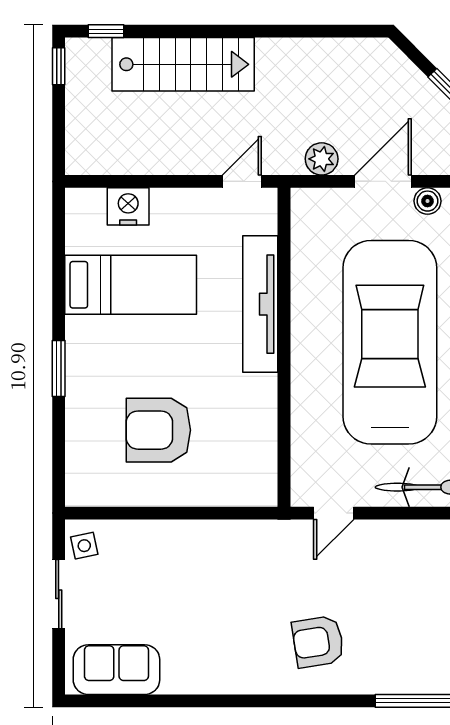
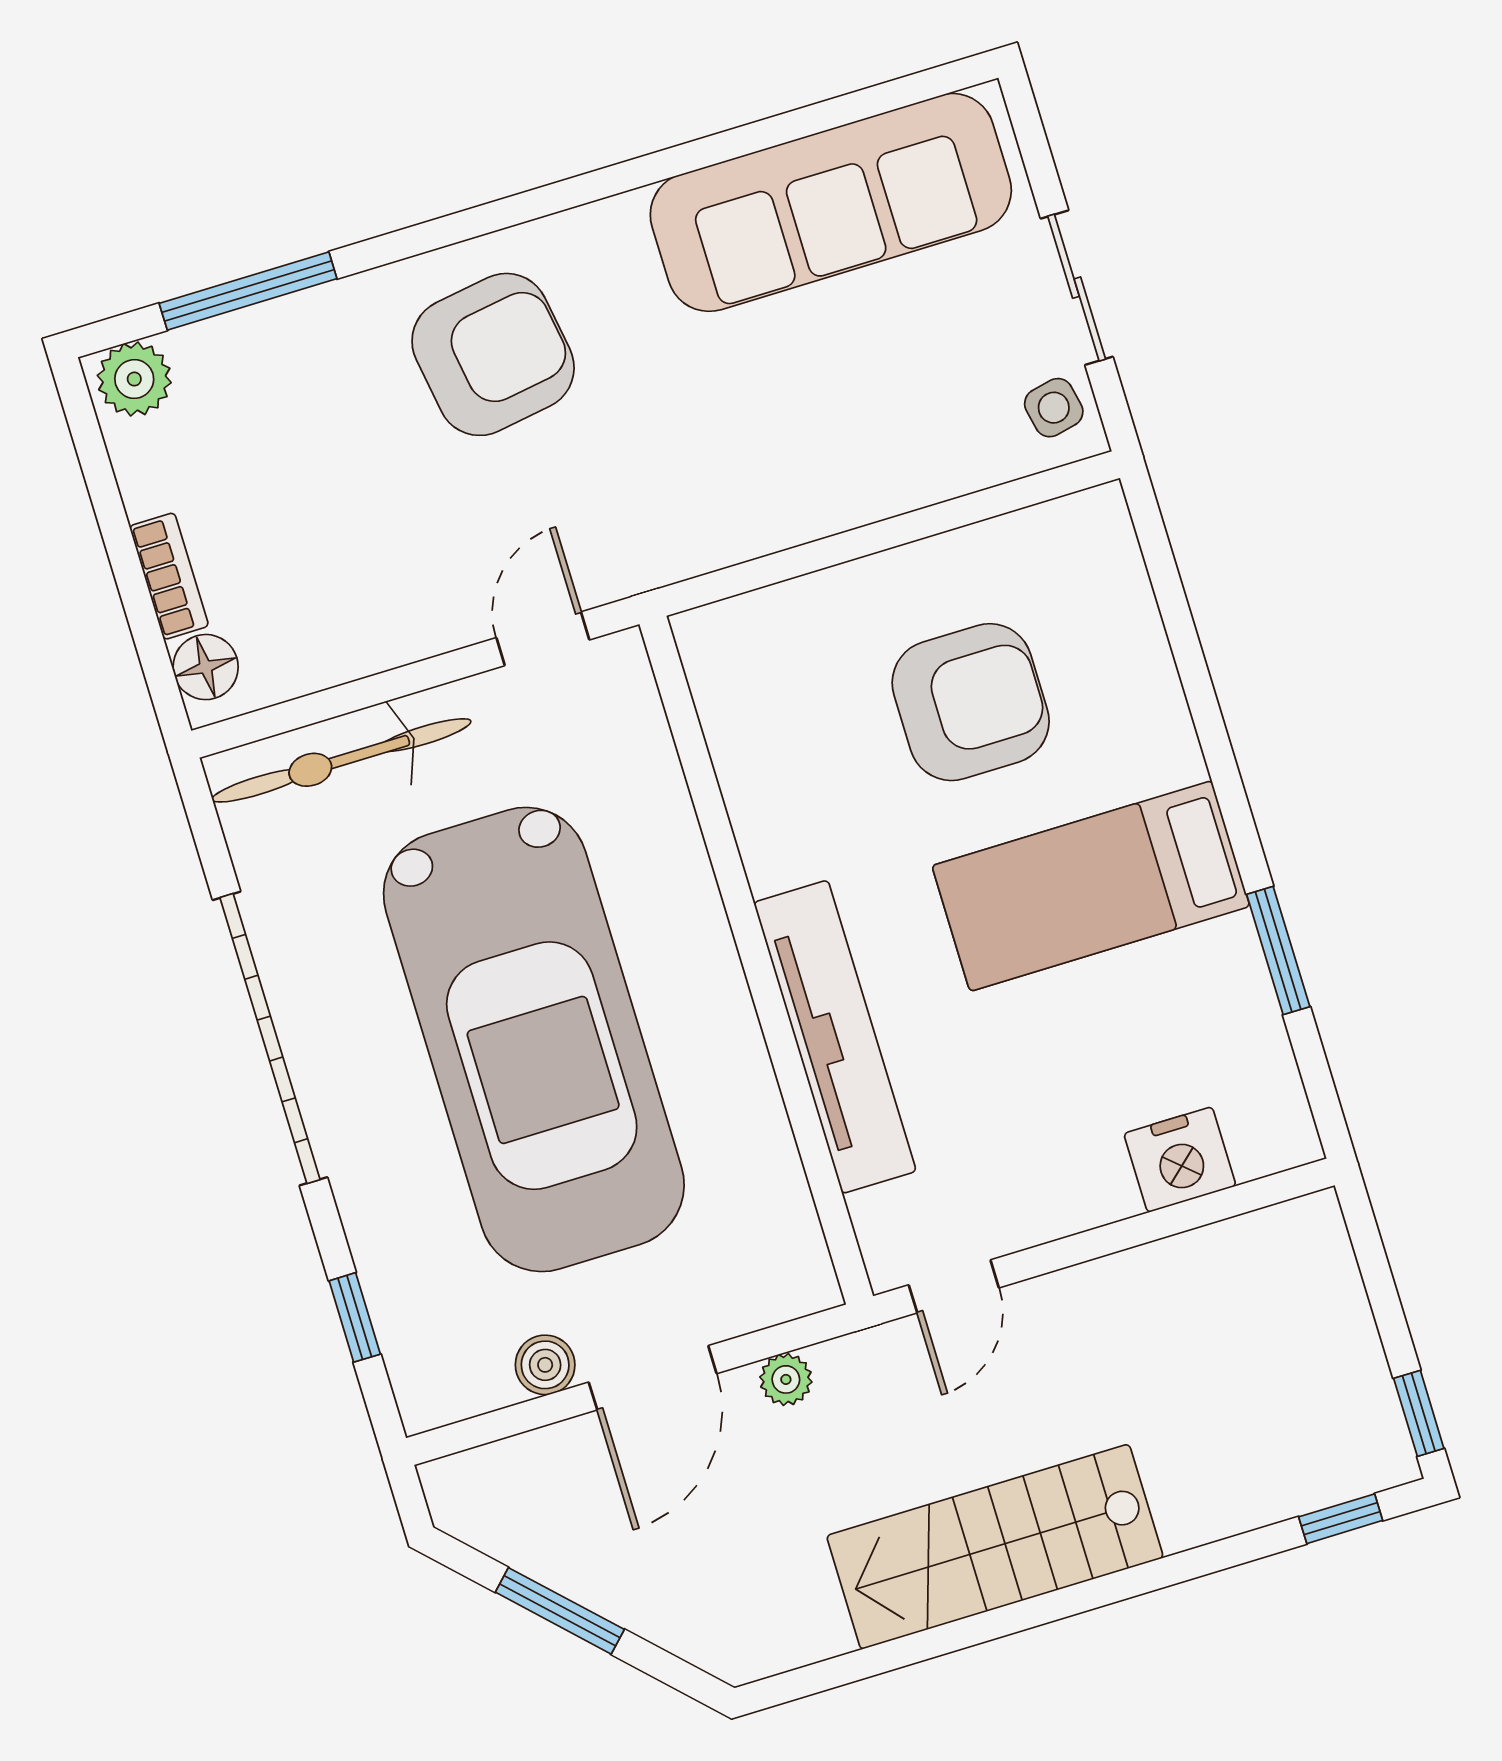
stairs: (183, 64) -> (995, 1547), moved
plant: (322, 159) -> (786, 1379), width x0.73, depth x0.73
bed: (131, 285) -> (1091, 886), moved
window: (59, 369) -> (1278, 951), moved
armchair: (318, 642) -> (493, 354), width x1.36, depth x1.36
sofa: (116, 670) -> (831, 202), width x1.85, depth x1.27

